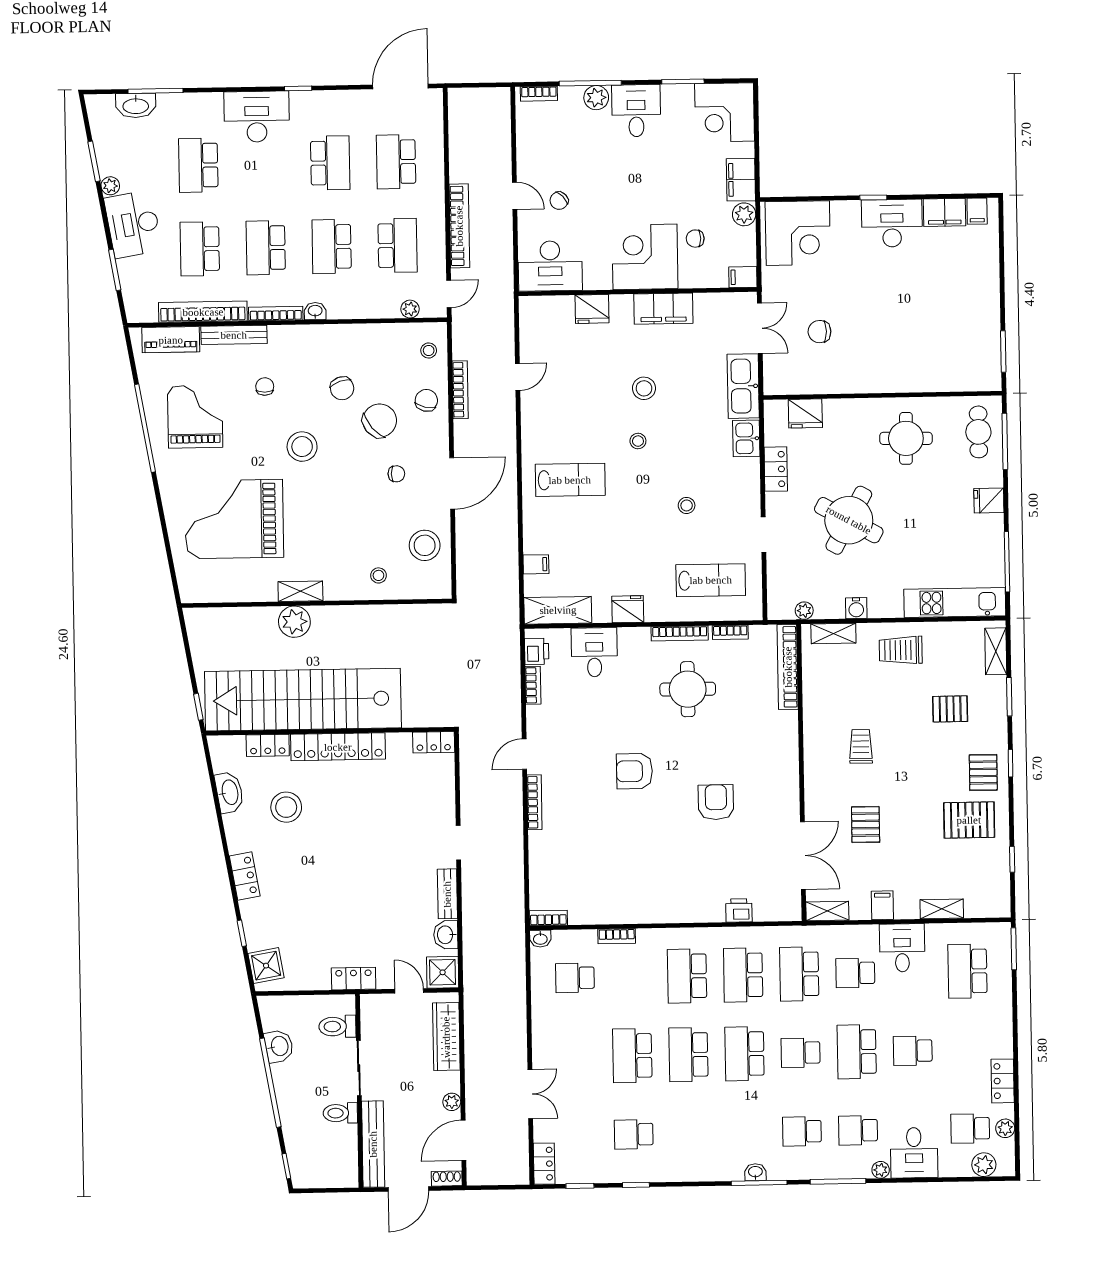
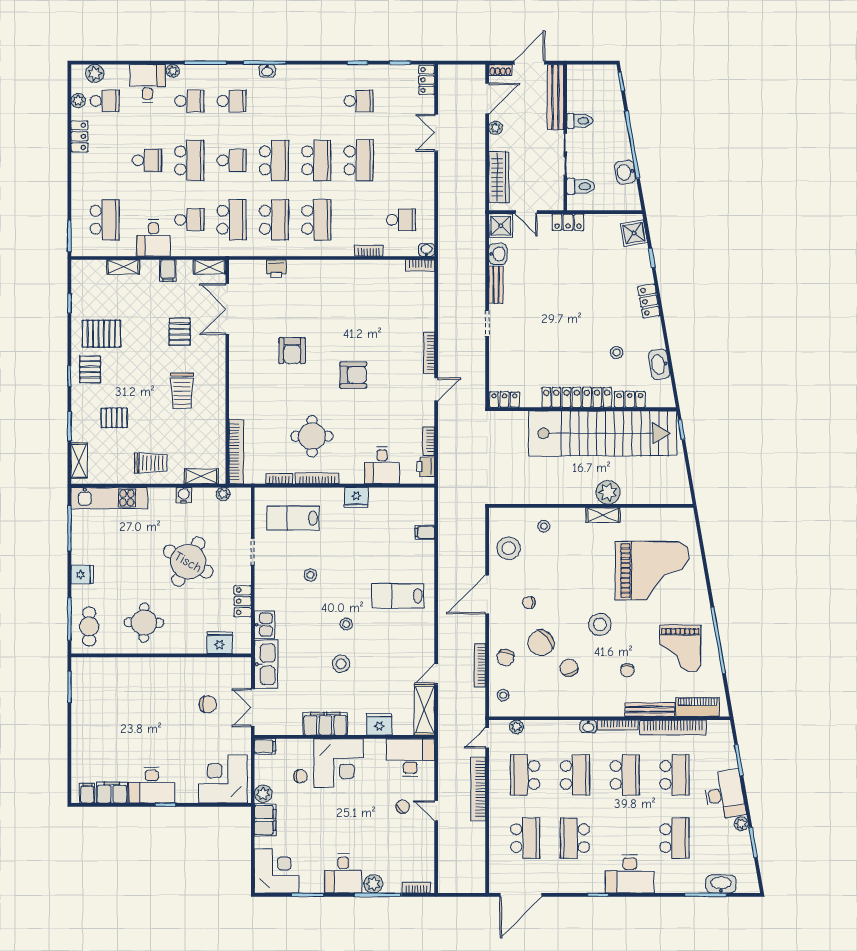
shelving: (558, 610) -> (424, 710), moved, turned 90
trolley: (861, 746) -> (182, 391), width x1.36, depth x1.39
stool: (286, 807) -> (617, 352), width x0.53, depth x0.53

